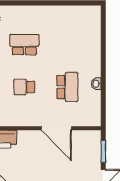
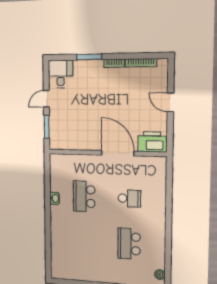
school desk: (24, 45) -> (129, 244), turned 90
door: (56, 128) -> (118, 153), moved

